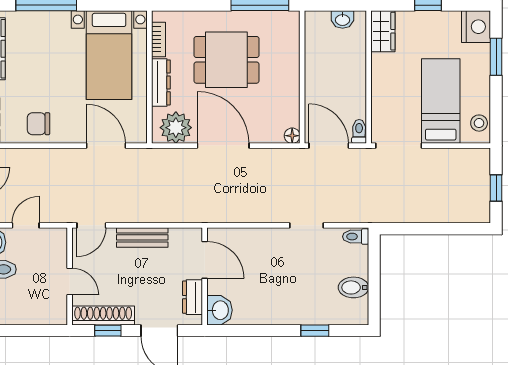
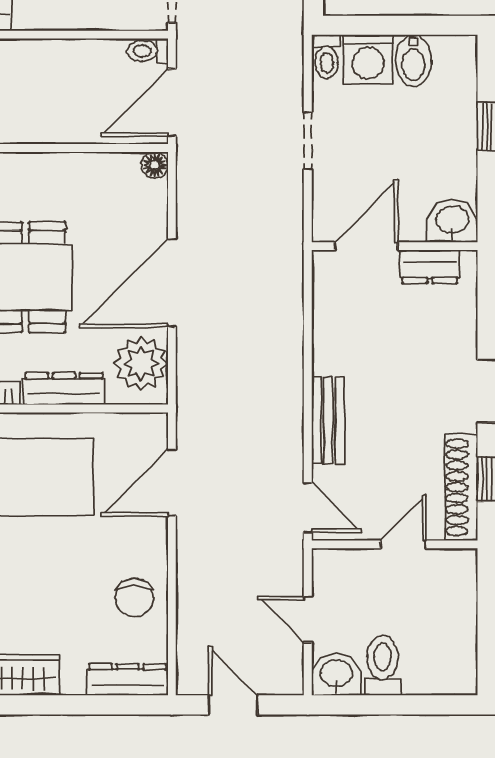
door: (205, 260) -> (366, 246), moved
washing machine: (354, 261) -> (368, 59), added
wall: (205, 276) -> (395, 246), moved
dresser: (193, 297) -> (430, 267), moved
washbasin: (220, 310) -> (452, 221), moved

